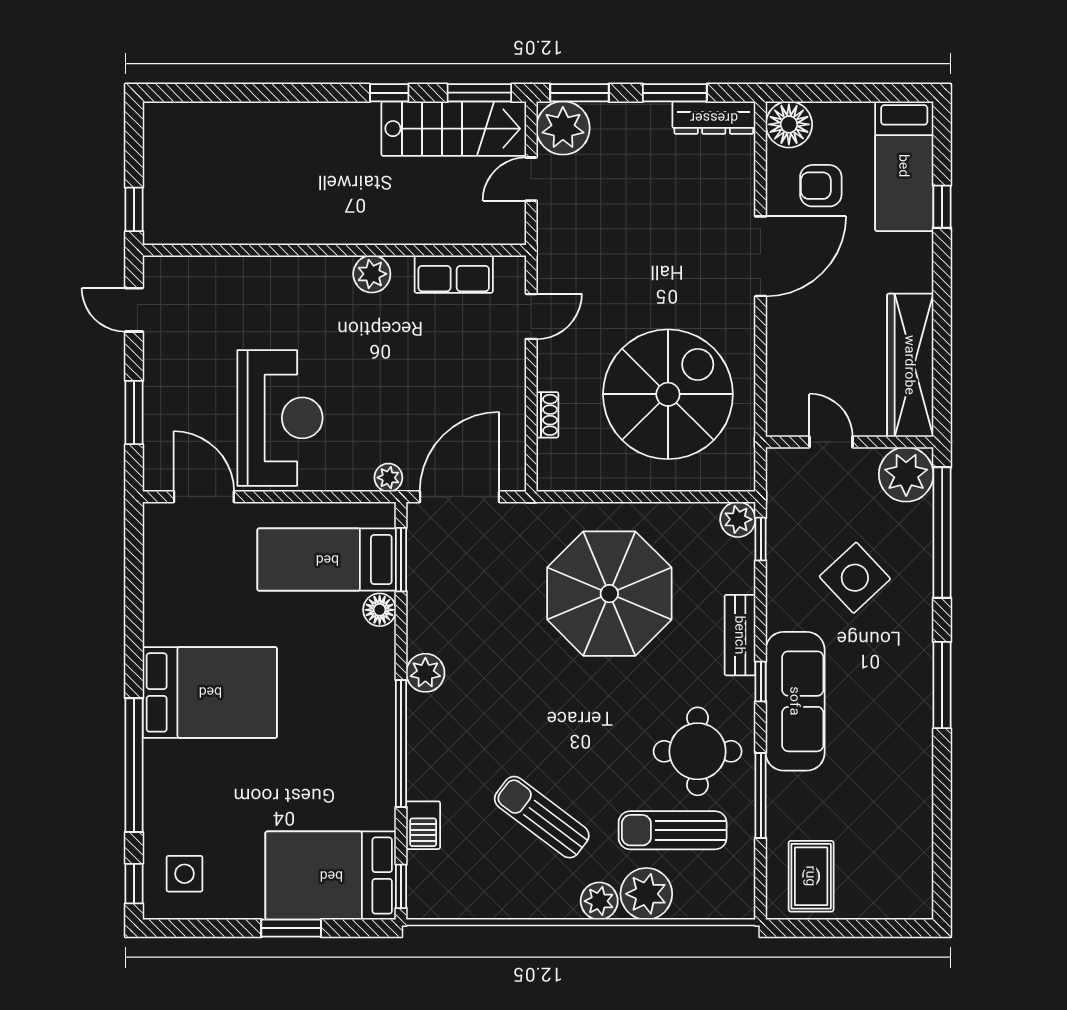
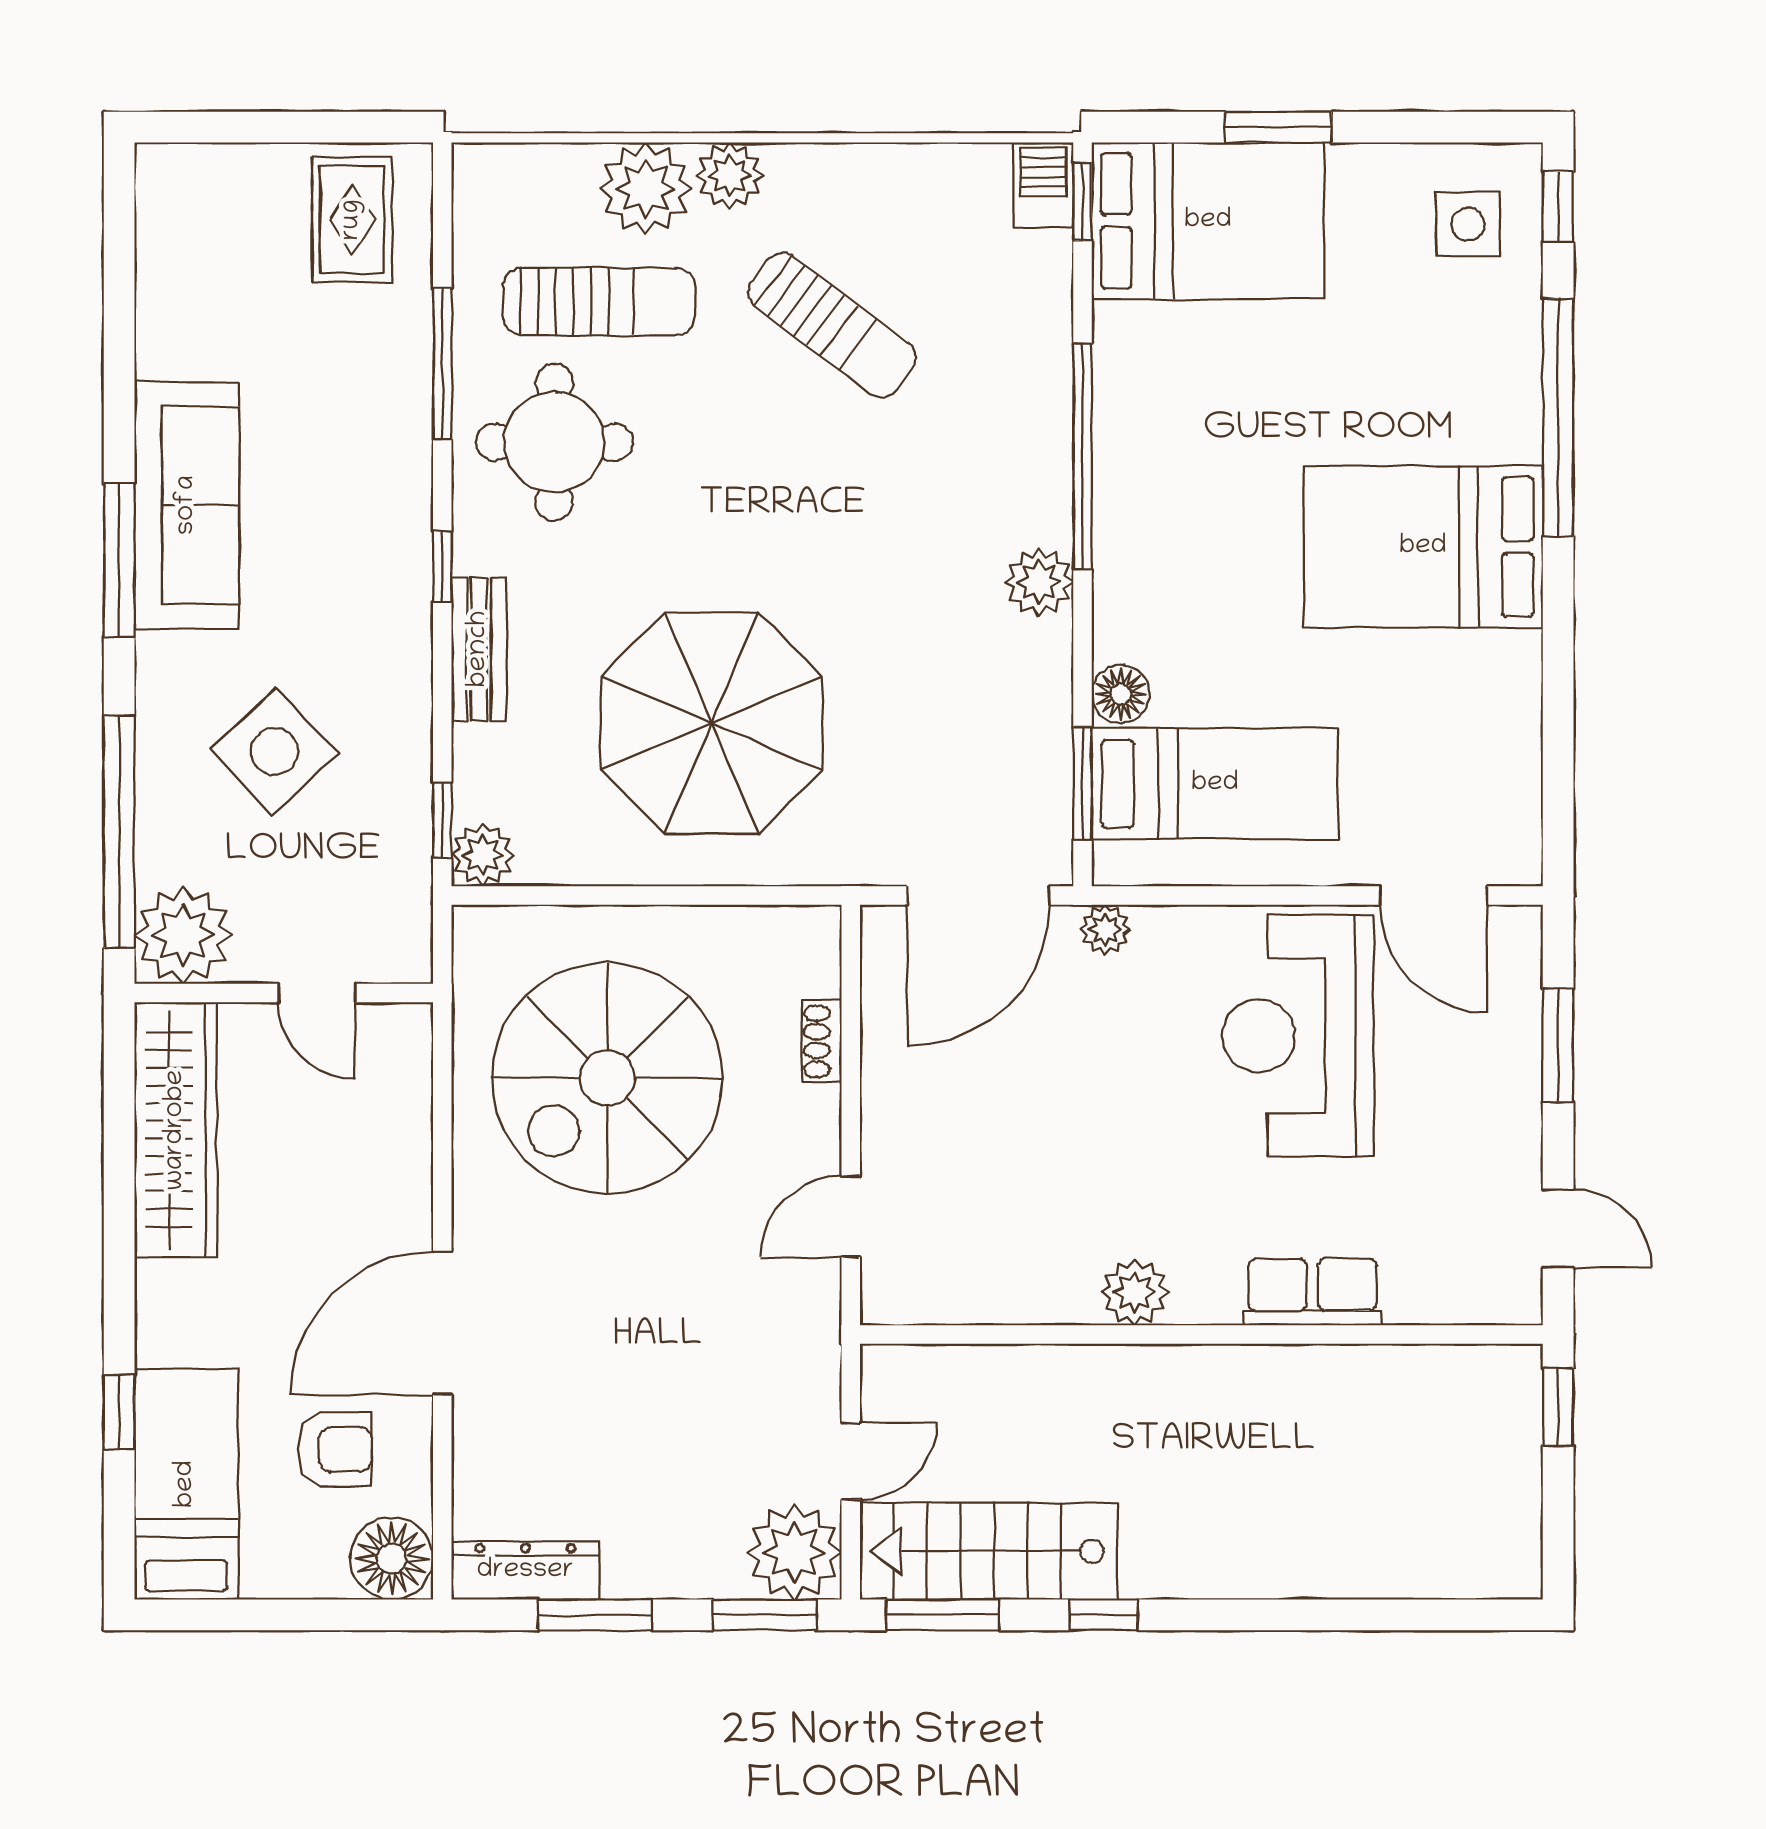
row of seats: (454, 274) -> (1312, 1292), moved
sofa: (795, 701) -> (187, 505), moved, turned 180
barbecue: (423, 825) -> (1043, 185), moved

